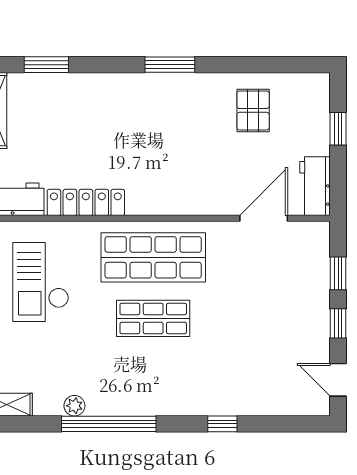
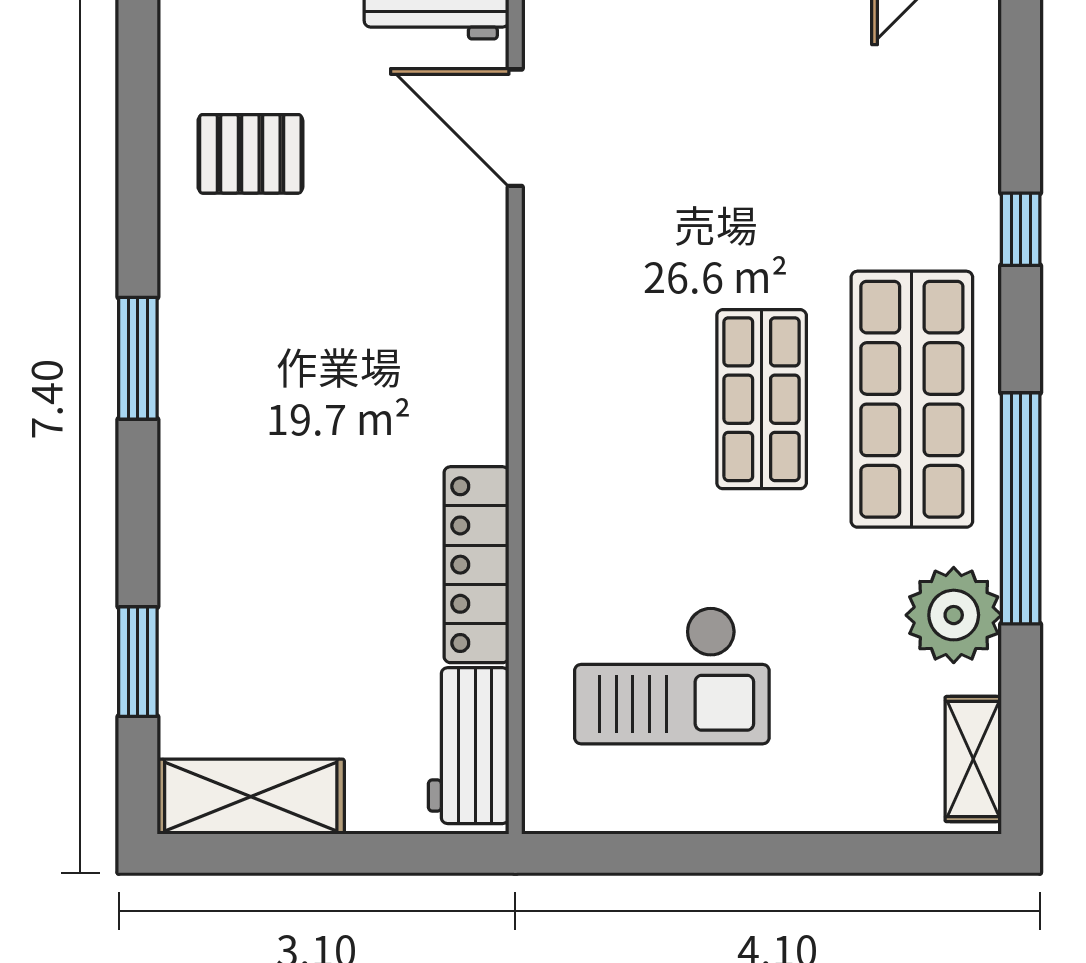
shop shelf: (153, 257) -> (912, 399), moved
plant: (74, 406) -> (954, 615), width x1.88, depth x1.88

